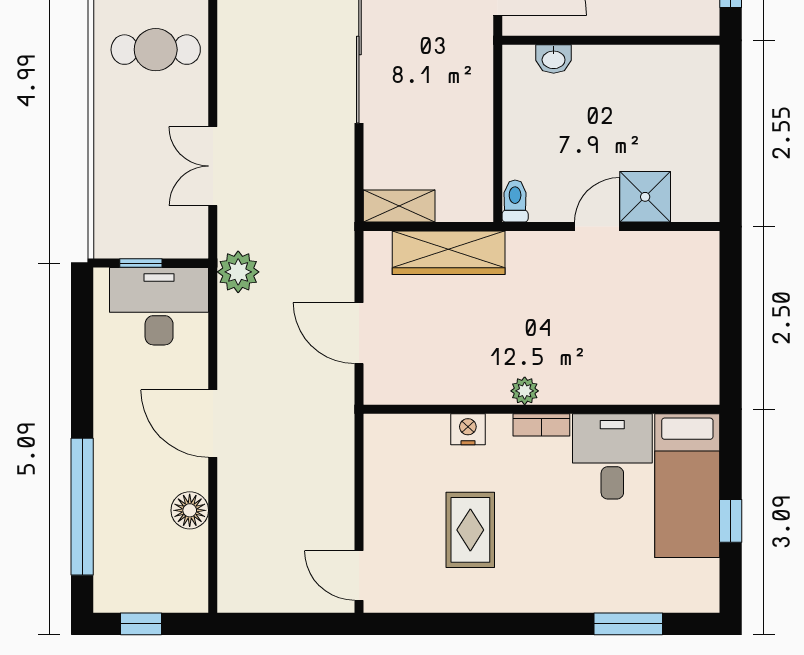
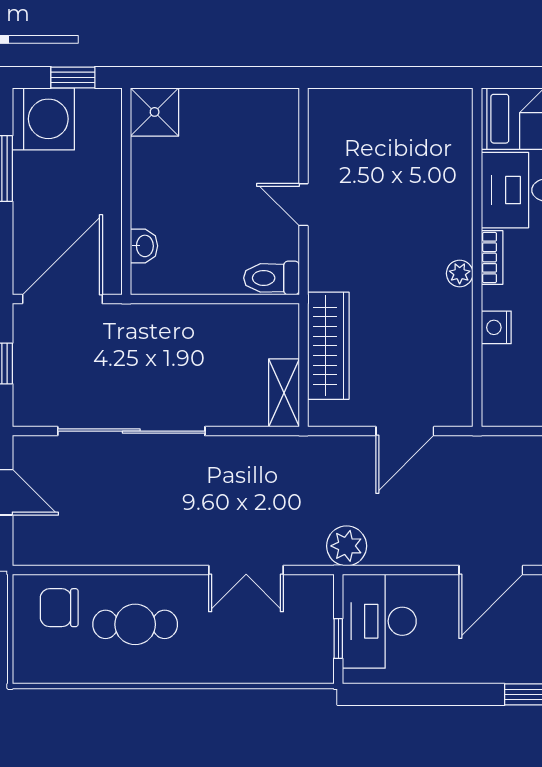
cafe table: (156, 50) -> (135, 624), turned 90
shower: (645, 197) -> (155, 112), moved
toilet: (515, 201) -> (271, 278), width x1.37, depth x1.39

